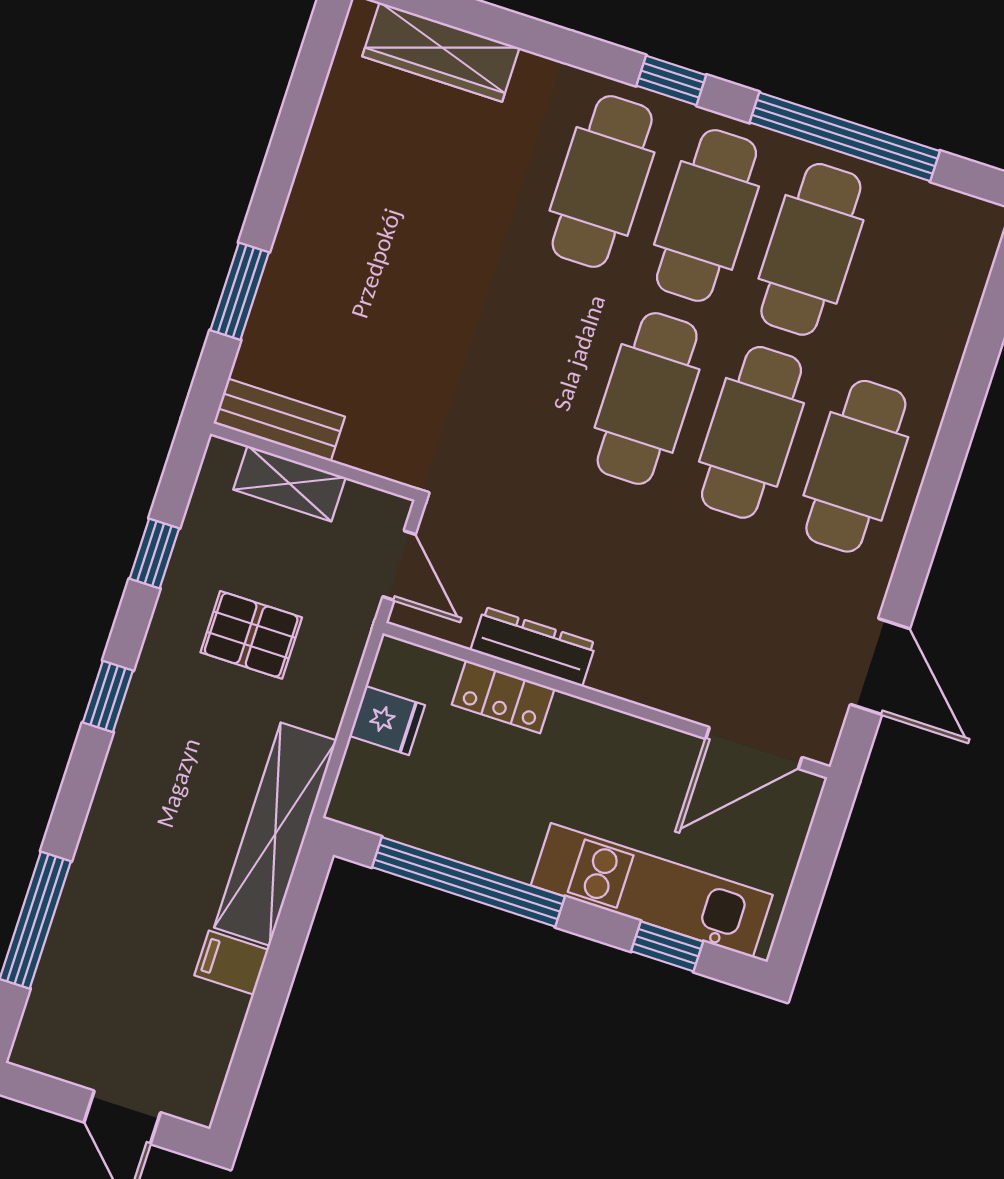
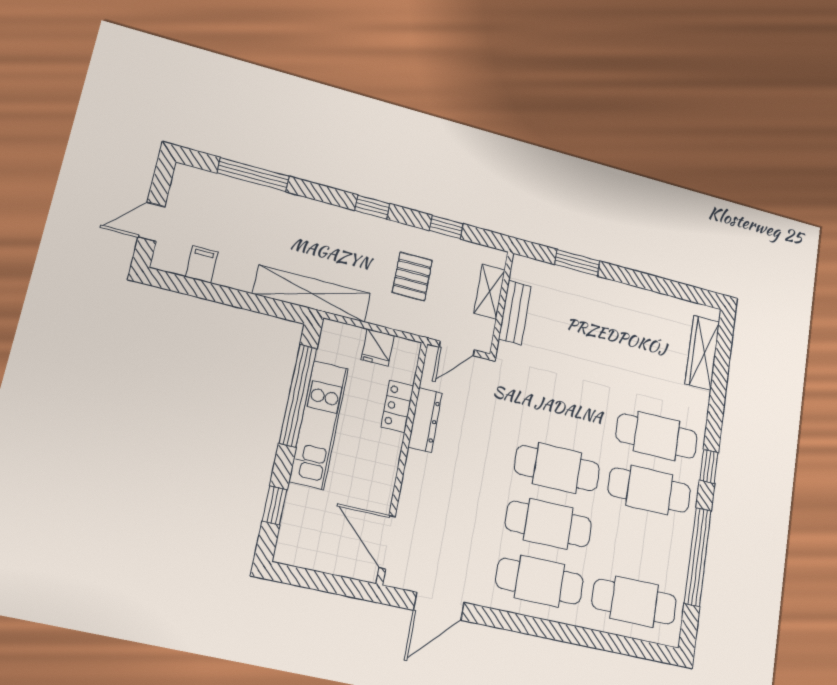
cafe table: (811, 249) -> (634, 602), moved
bench: (279, 420) -> (515, 312), moved
kitchen unit: (652, 890) -> (319, 425), moved
filing cabinet: (231, 963) -> (202, 264), moved

